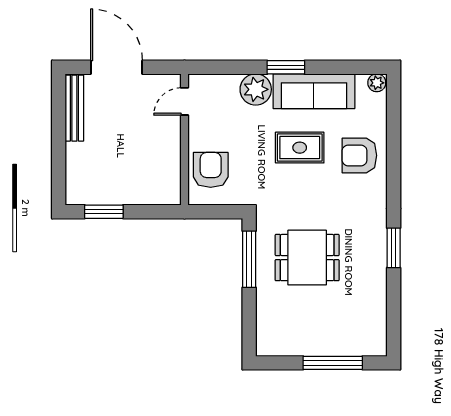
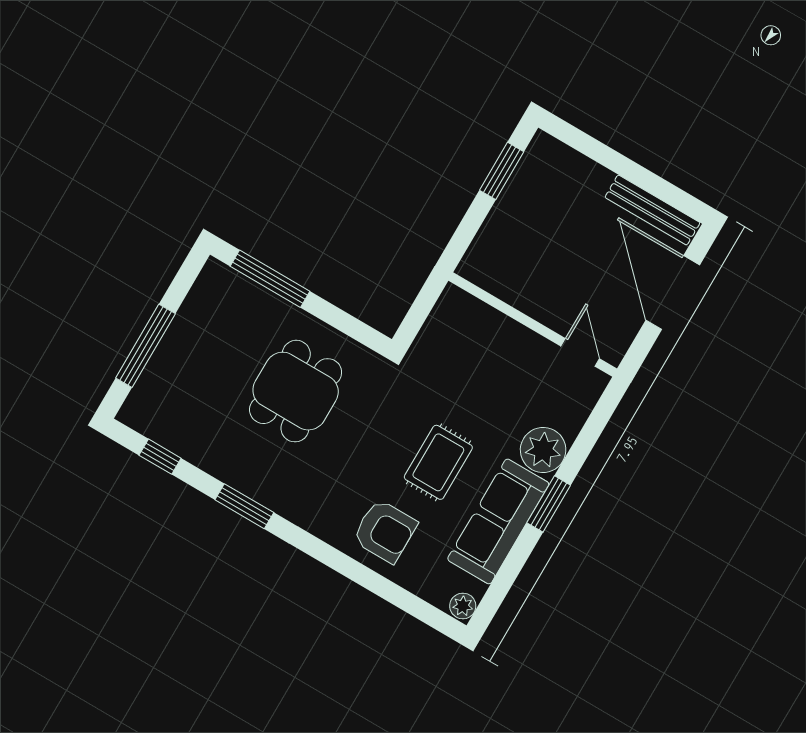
door: (117, 67) -> (673, 293), swing flipped
armchair: (359, 155) -> (385, 531), turned 90
armchair: (211, 170) -> (476, 335), removed
window: (249, 259) -> (270, 279), moved
window: (394, 315) -> (160, 457), added

